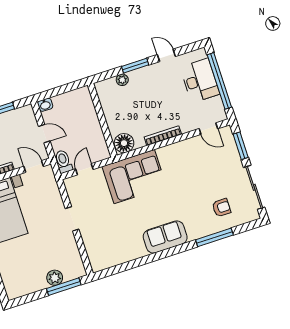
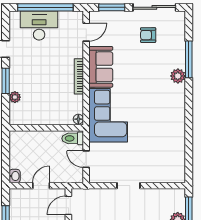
floor lamp: (124, 143) -> (78, 119), width x0.53, depth x0.53
toilet: (63, 161) -> (73, 138), moved
armchair: (222, 208) -> (148, 35), moved, turned -90
plant: (195, 232) -> (178, 76), added
sofa: (165, 237) -> (101, 67), moved, turned 180

